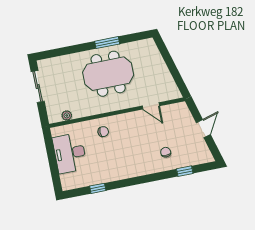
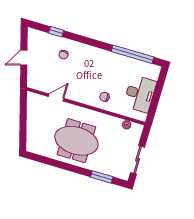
window: (107, 43) -> (102, 177), moved
door: (151, 106) -> (56, 97), hinge flipped
window: (98, 188) -> (132, 54), width x3.17

